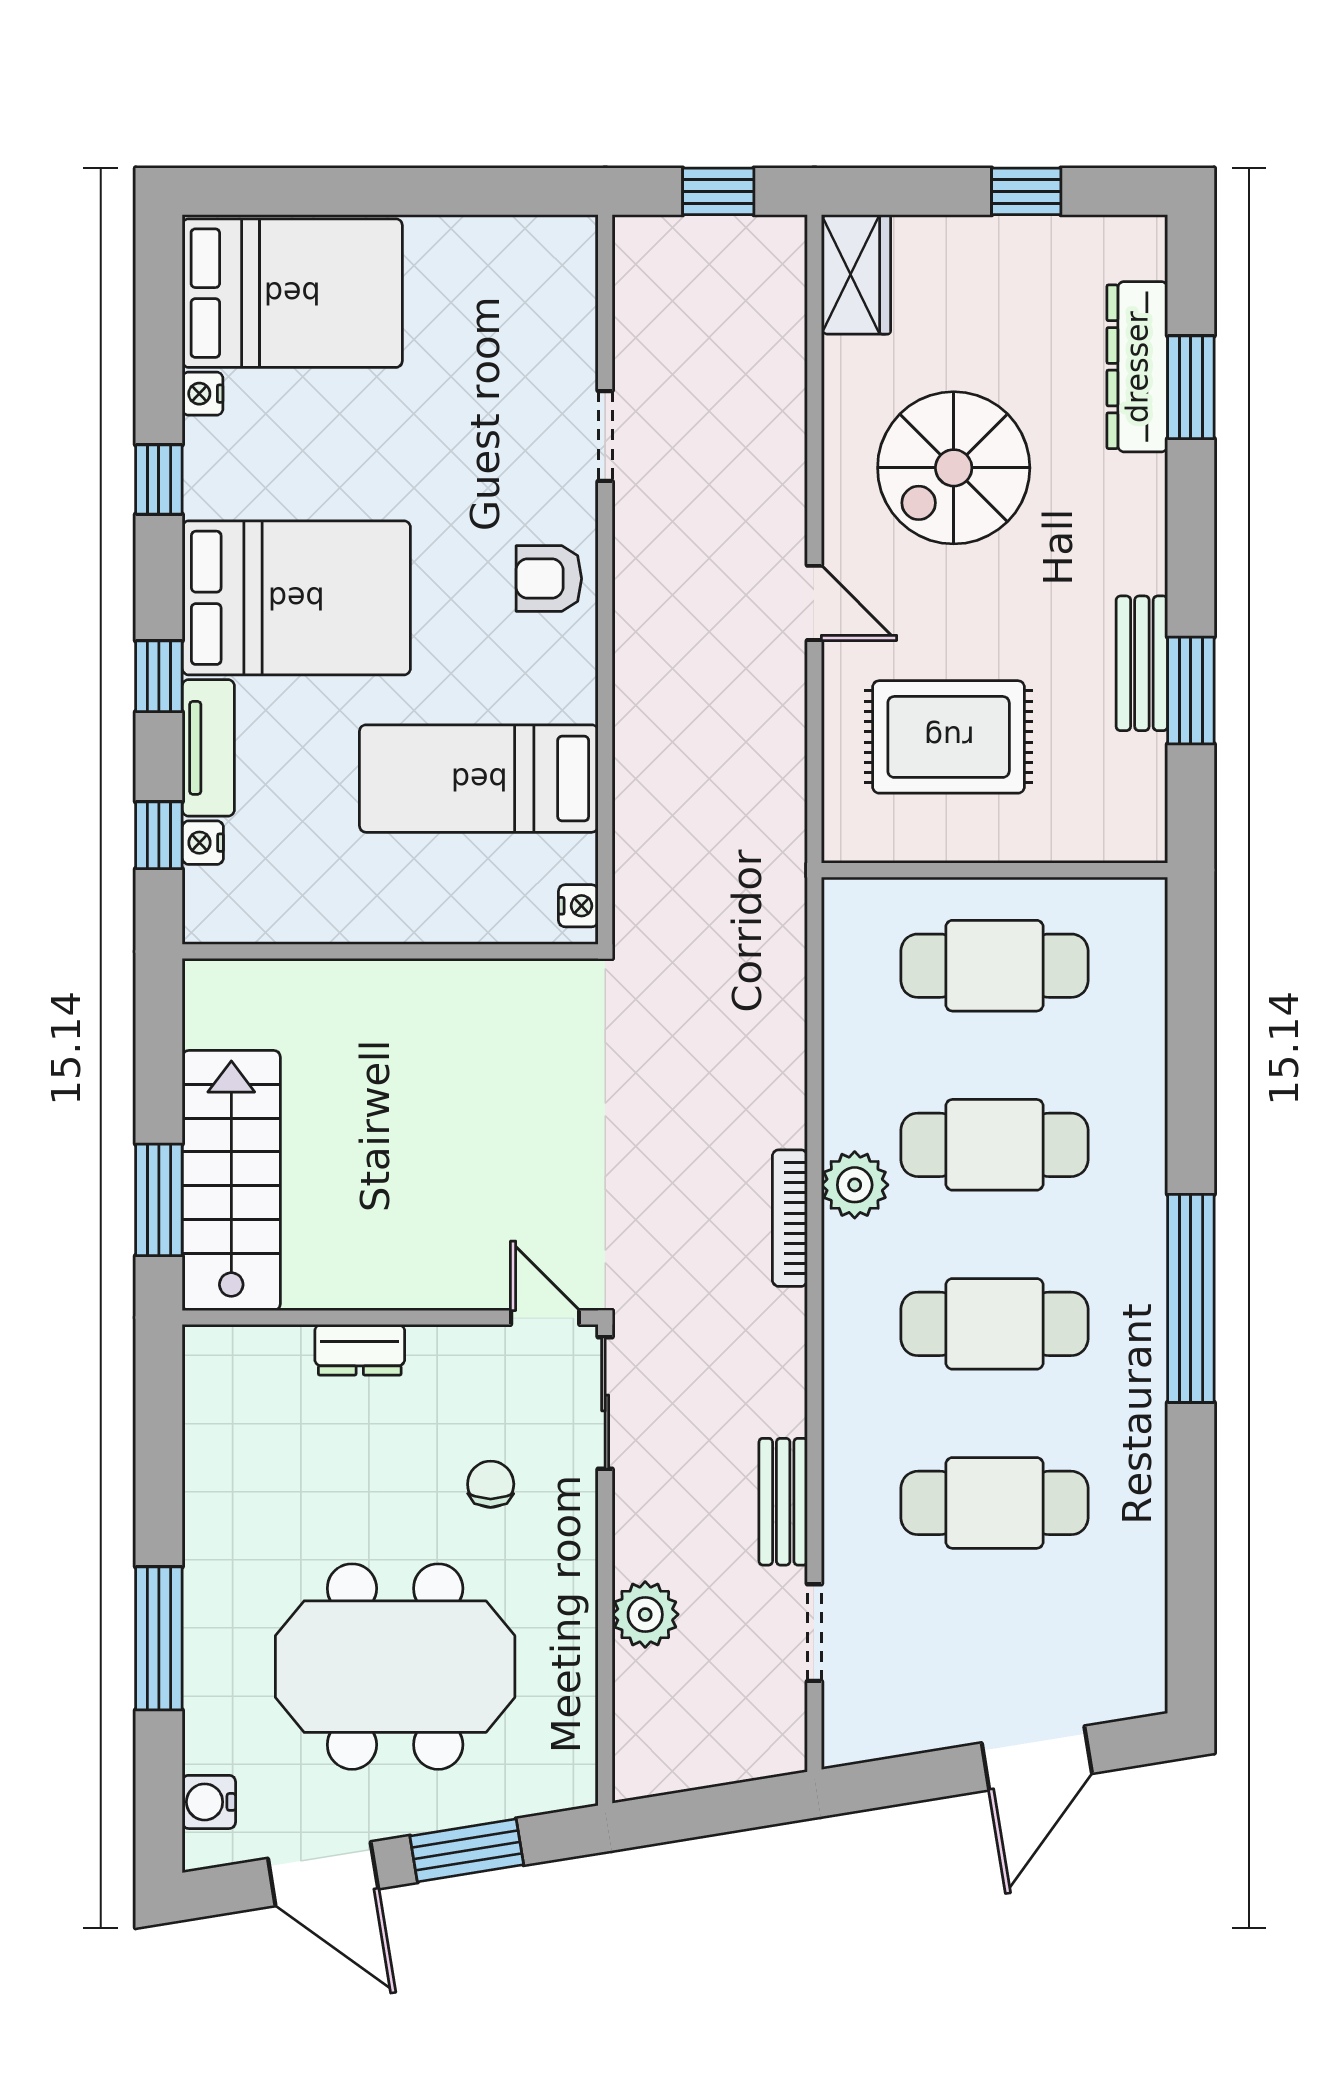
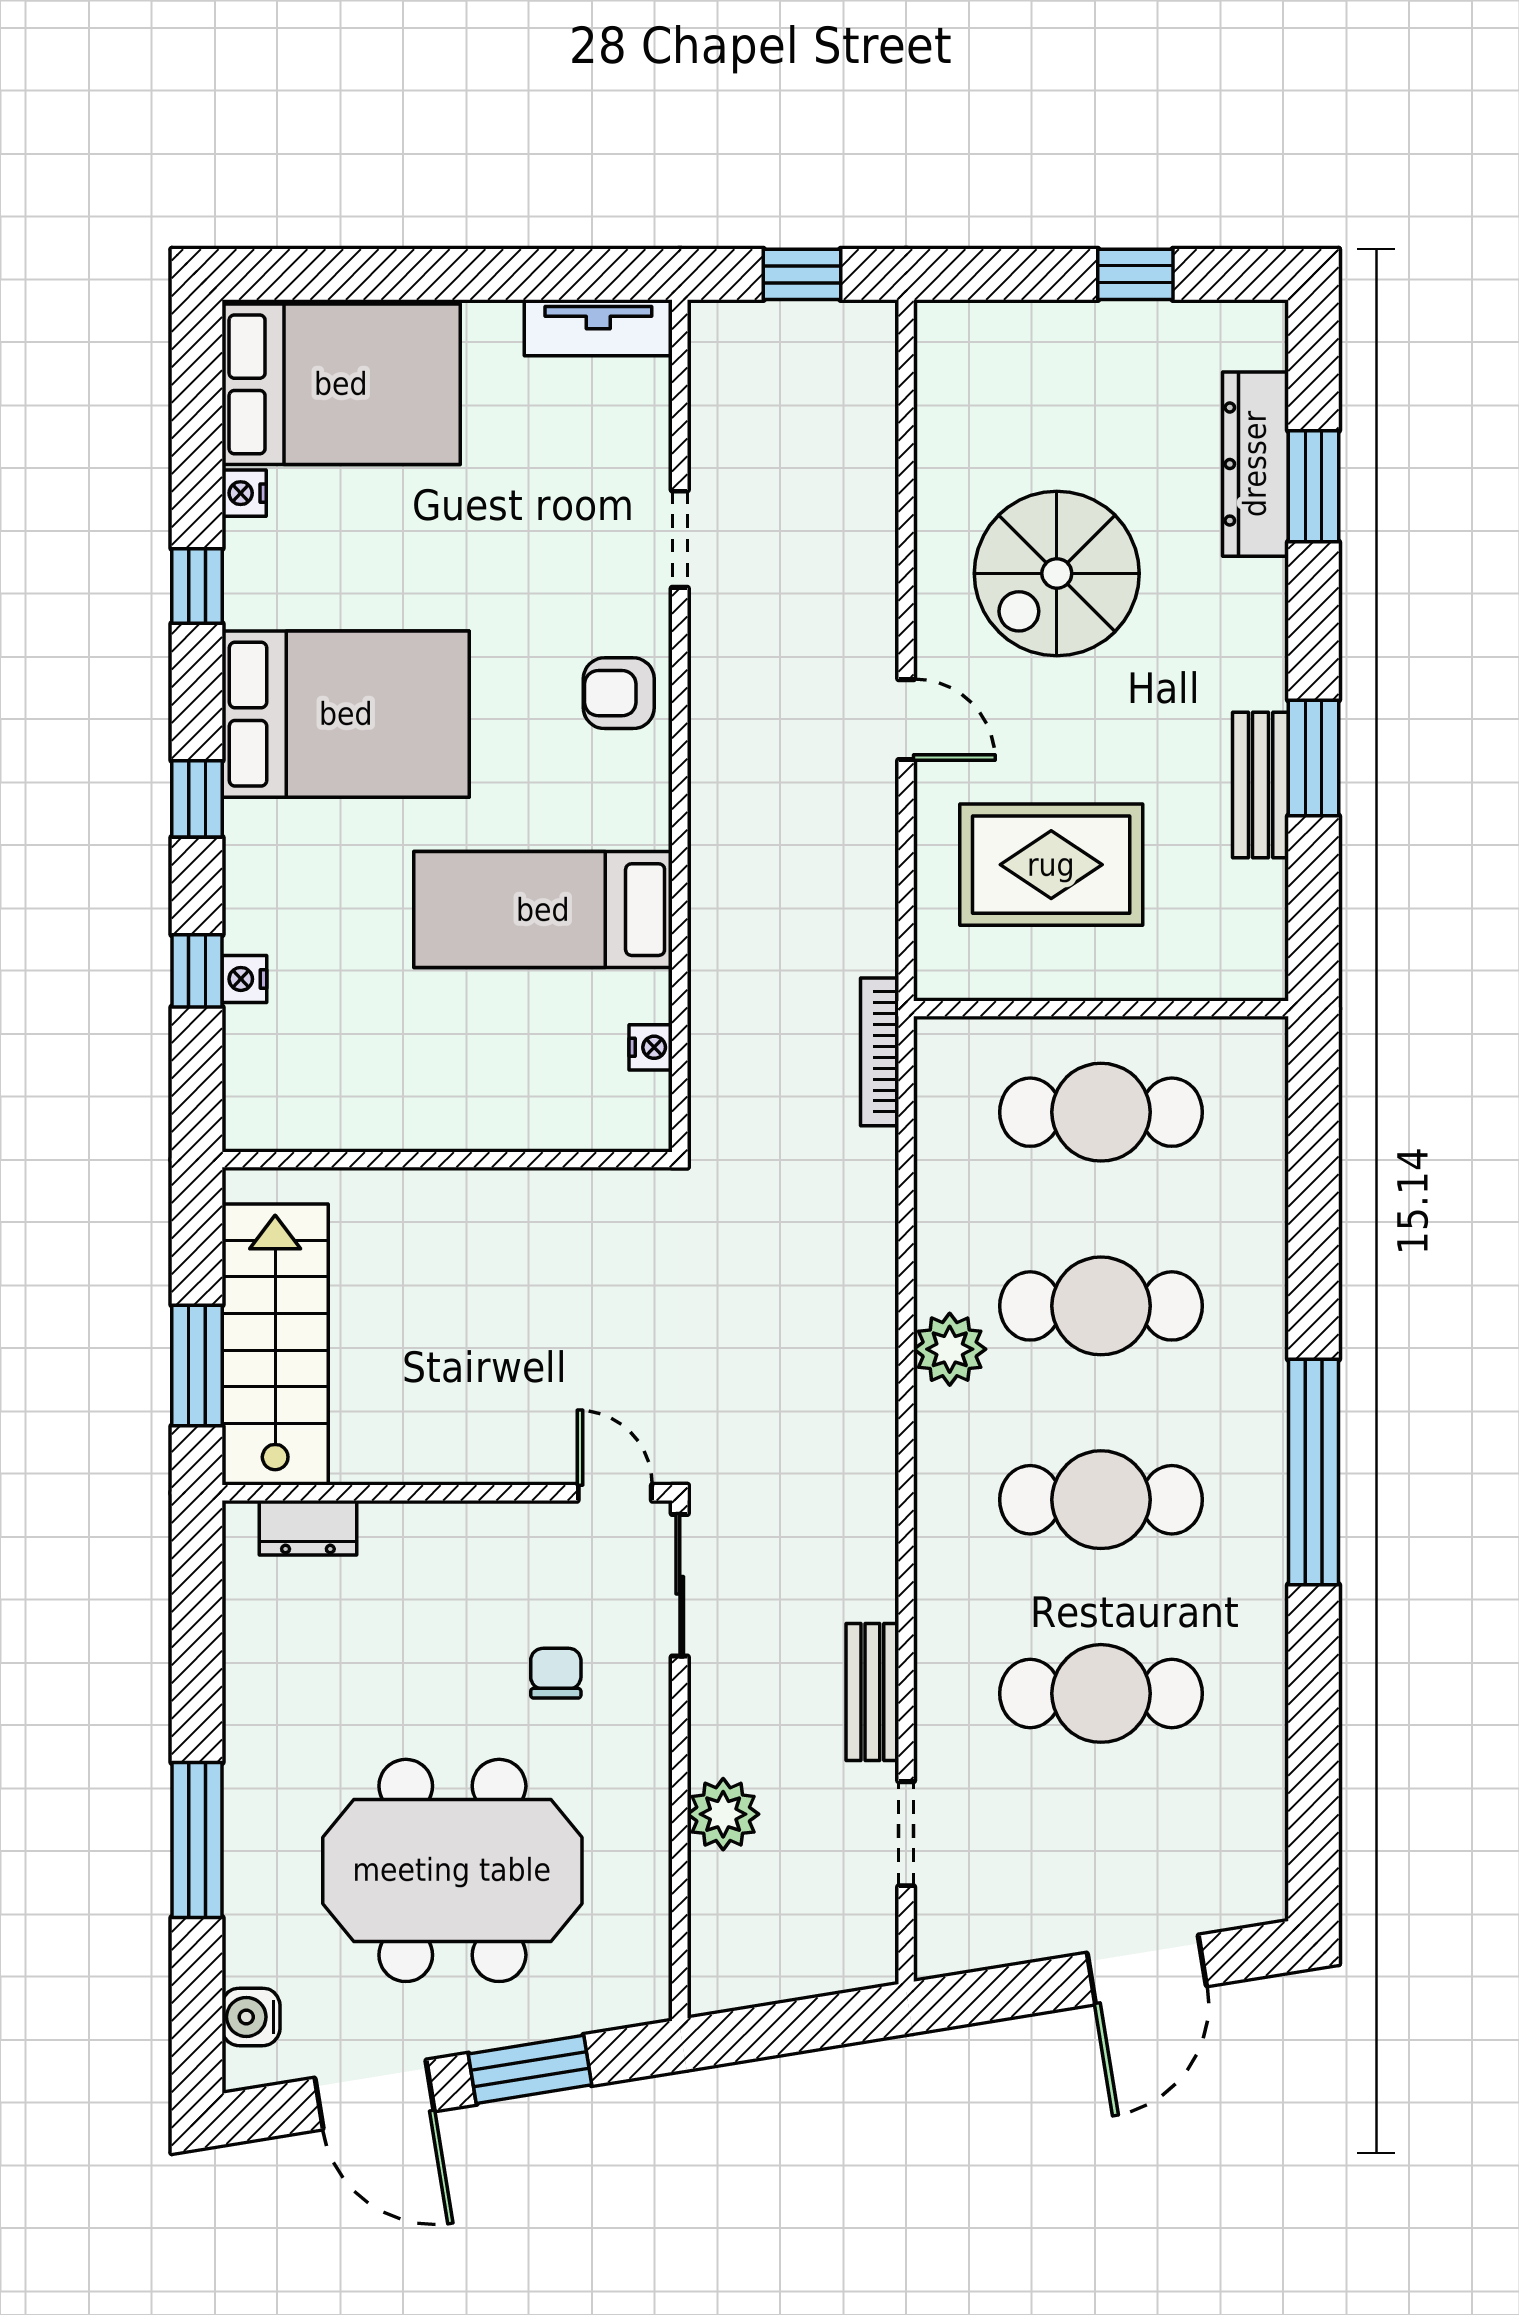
wardrobe: (856, 274) -> (951, 364), removed
window: (1191, 691) -> (1313, 758), moved
tv unit: (208, 748) -> (598, 328), moved, turned 90
wall: (390, 951) -> (447, 1160), moved
bookcase: (790, 1218) -> (880, 1052), moved
dresser: (360, 1350) -> (308, 1528), moved

